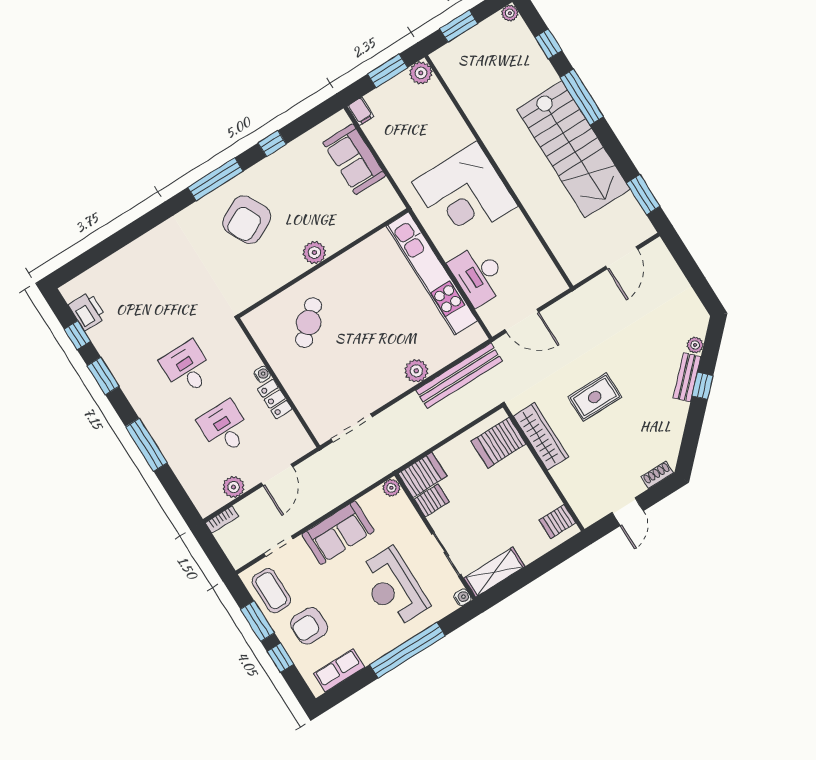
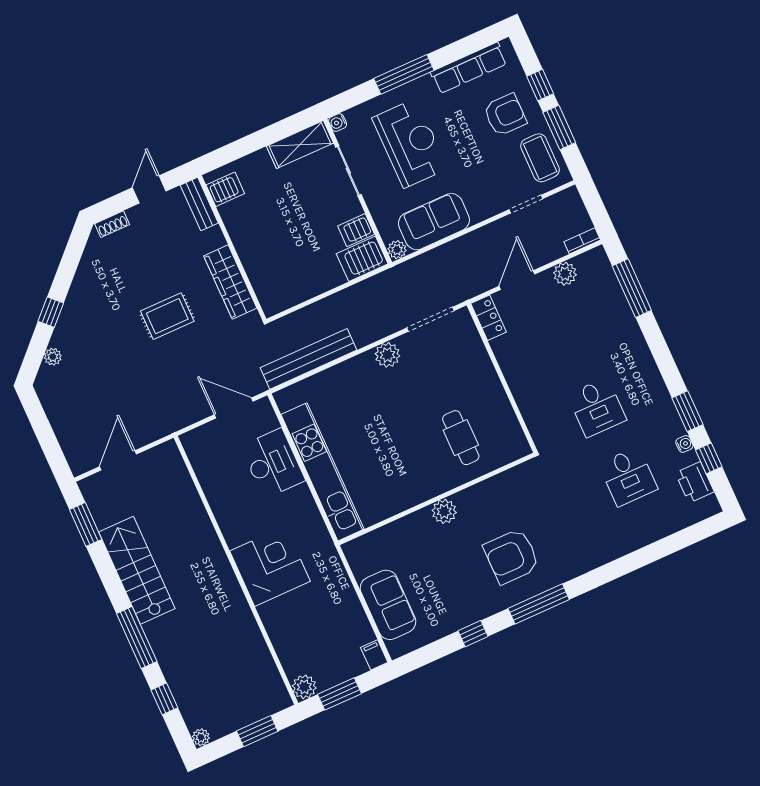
stairs: (573, 149) -> (137, 570), width x0.73, depth x0.66
corner desk: (465, 194) -> (270, 566), width x0.74, depth x0.74
armchair: (247, 220) -> (511, 556), turned -153
cafe table: (309, 323) -> (461, 438), turned -47
plant: (416, 371) -> (387, 355), moved
water cooler: (262, 374) -> (684, 444), moved, turned 180
bench: (687, 377) -> (199, 204), moved, turned -45
locker: (275, 399) -> (489, 318), moved
desk: (225, 428) -> (628, 476), moved
server rack: (499, 443) -> (276, 282), removed
window: (146, 445) -> (632, 288), moved
sofa: (338, 533) -> (434, 222), moved
window: (407, 650) -> (404, 74), width x0.68
row of seats: (339, 670) -> (469, 68), width x1.48

